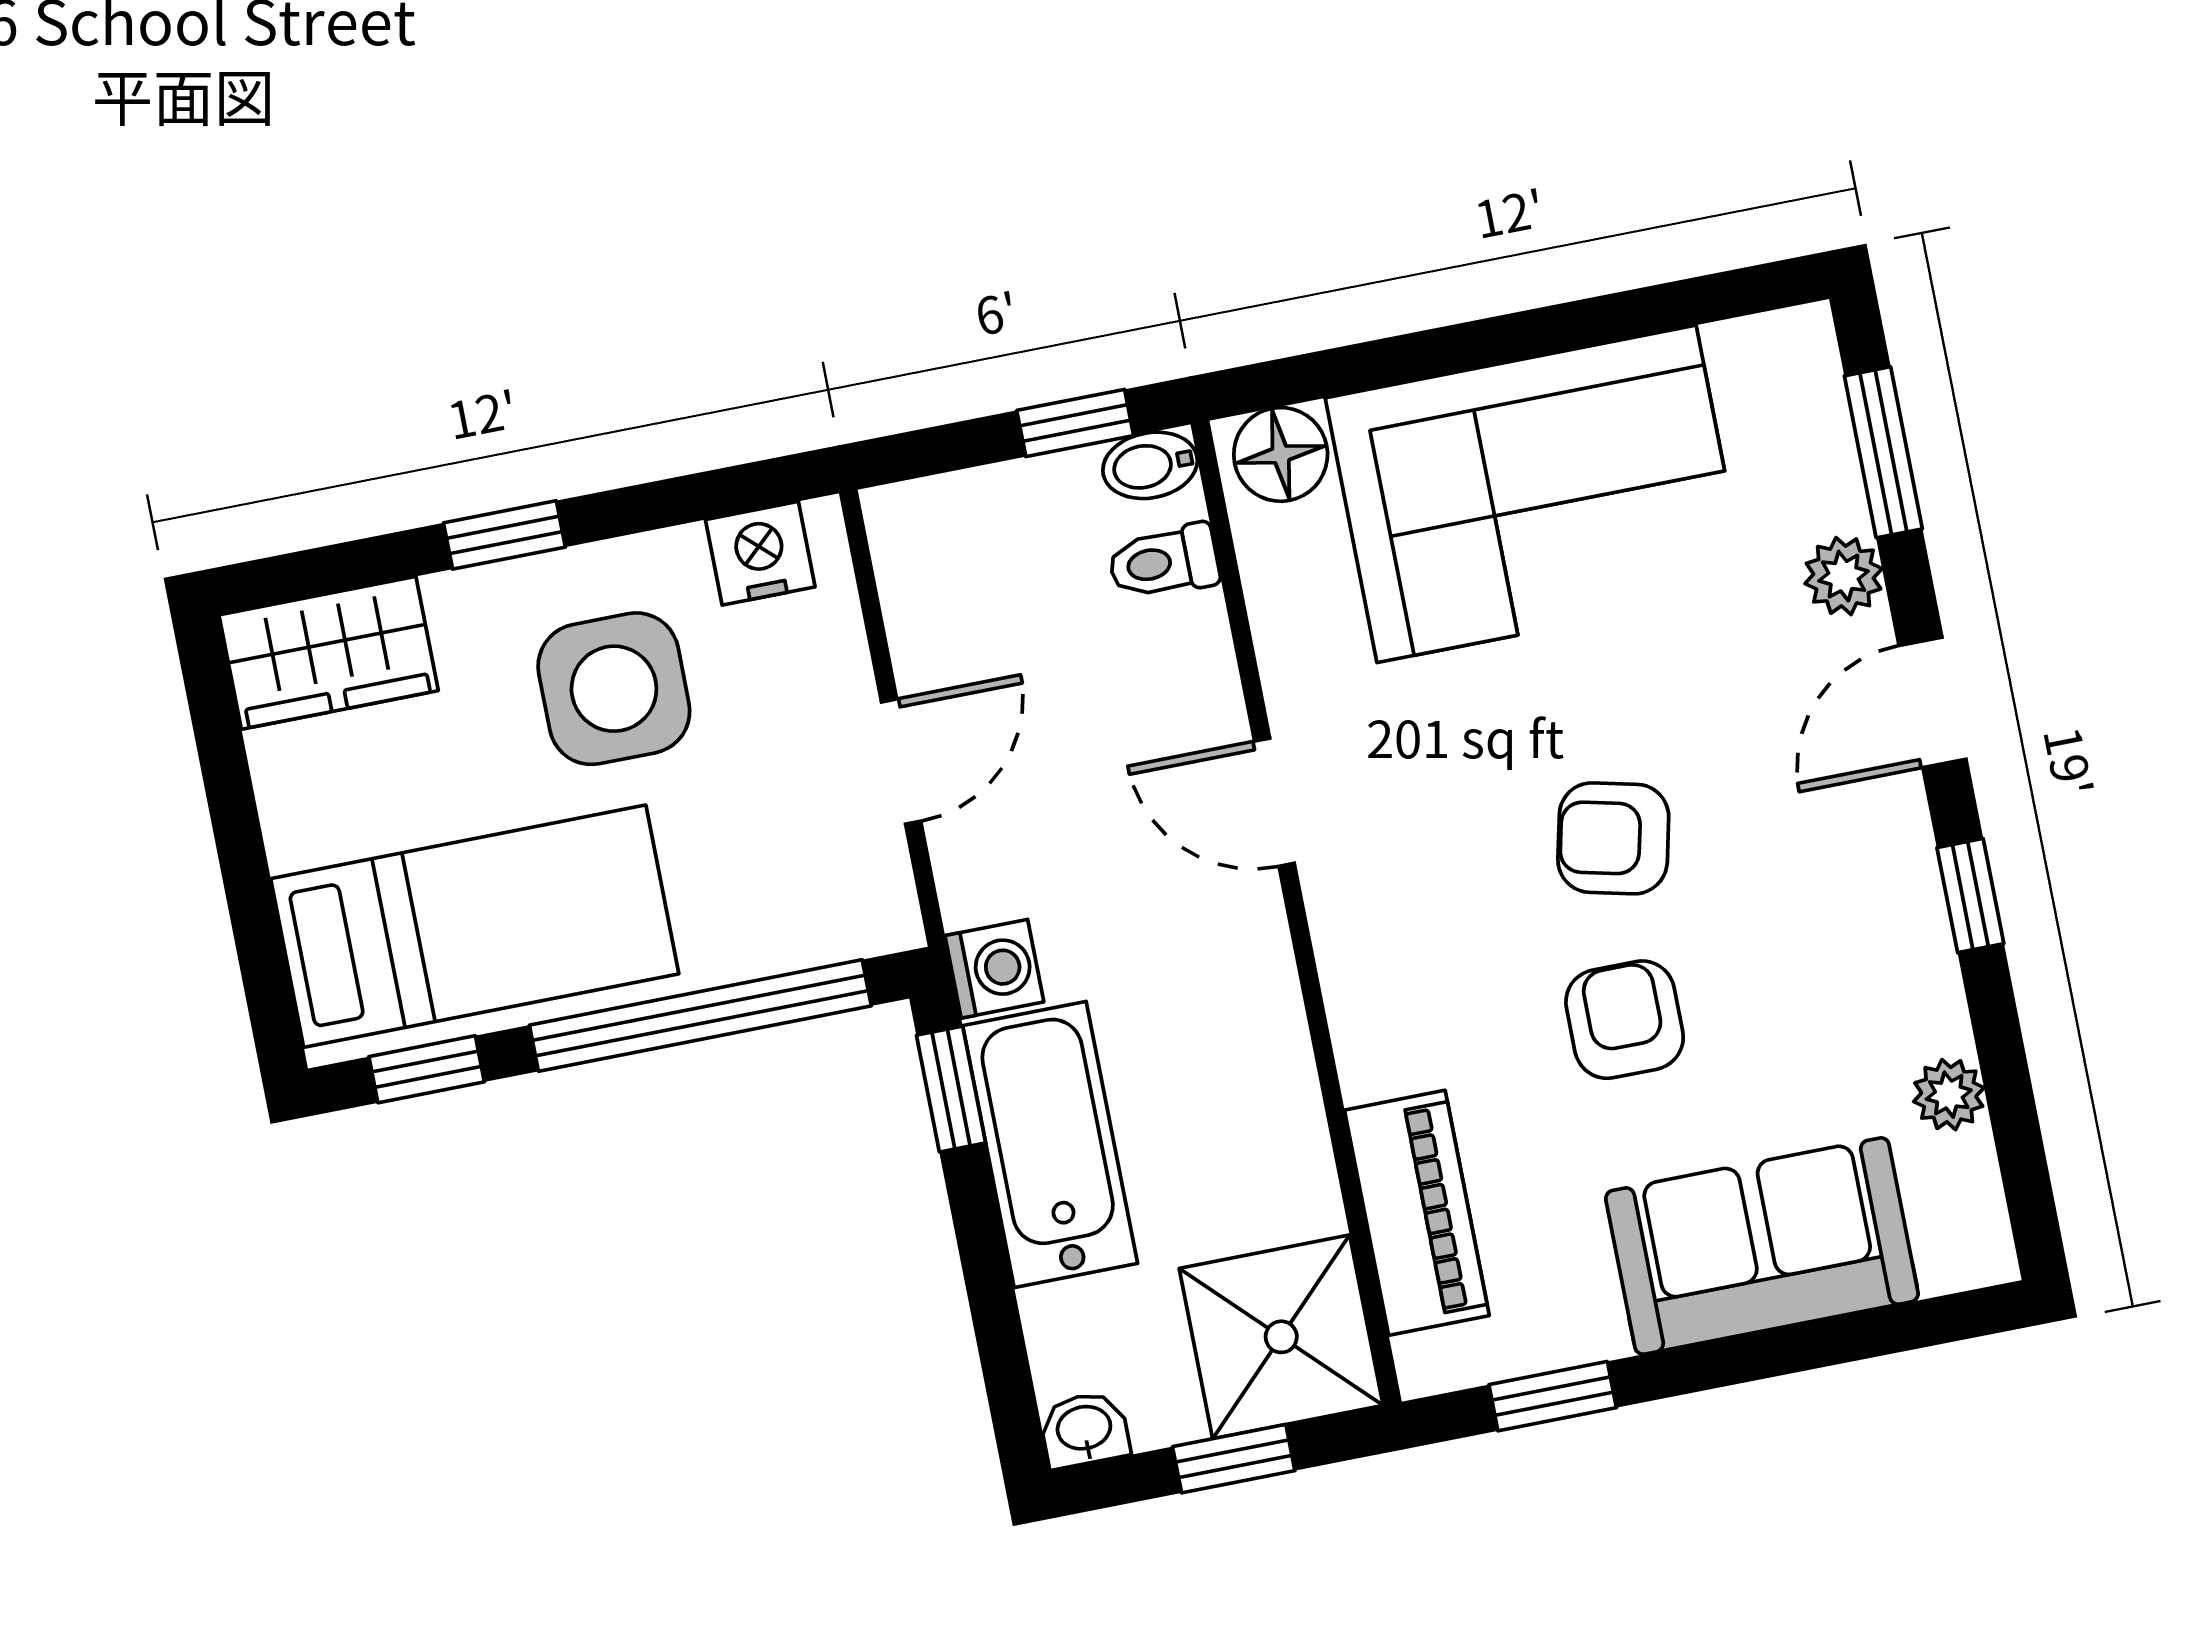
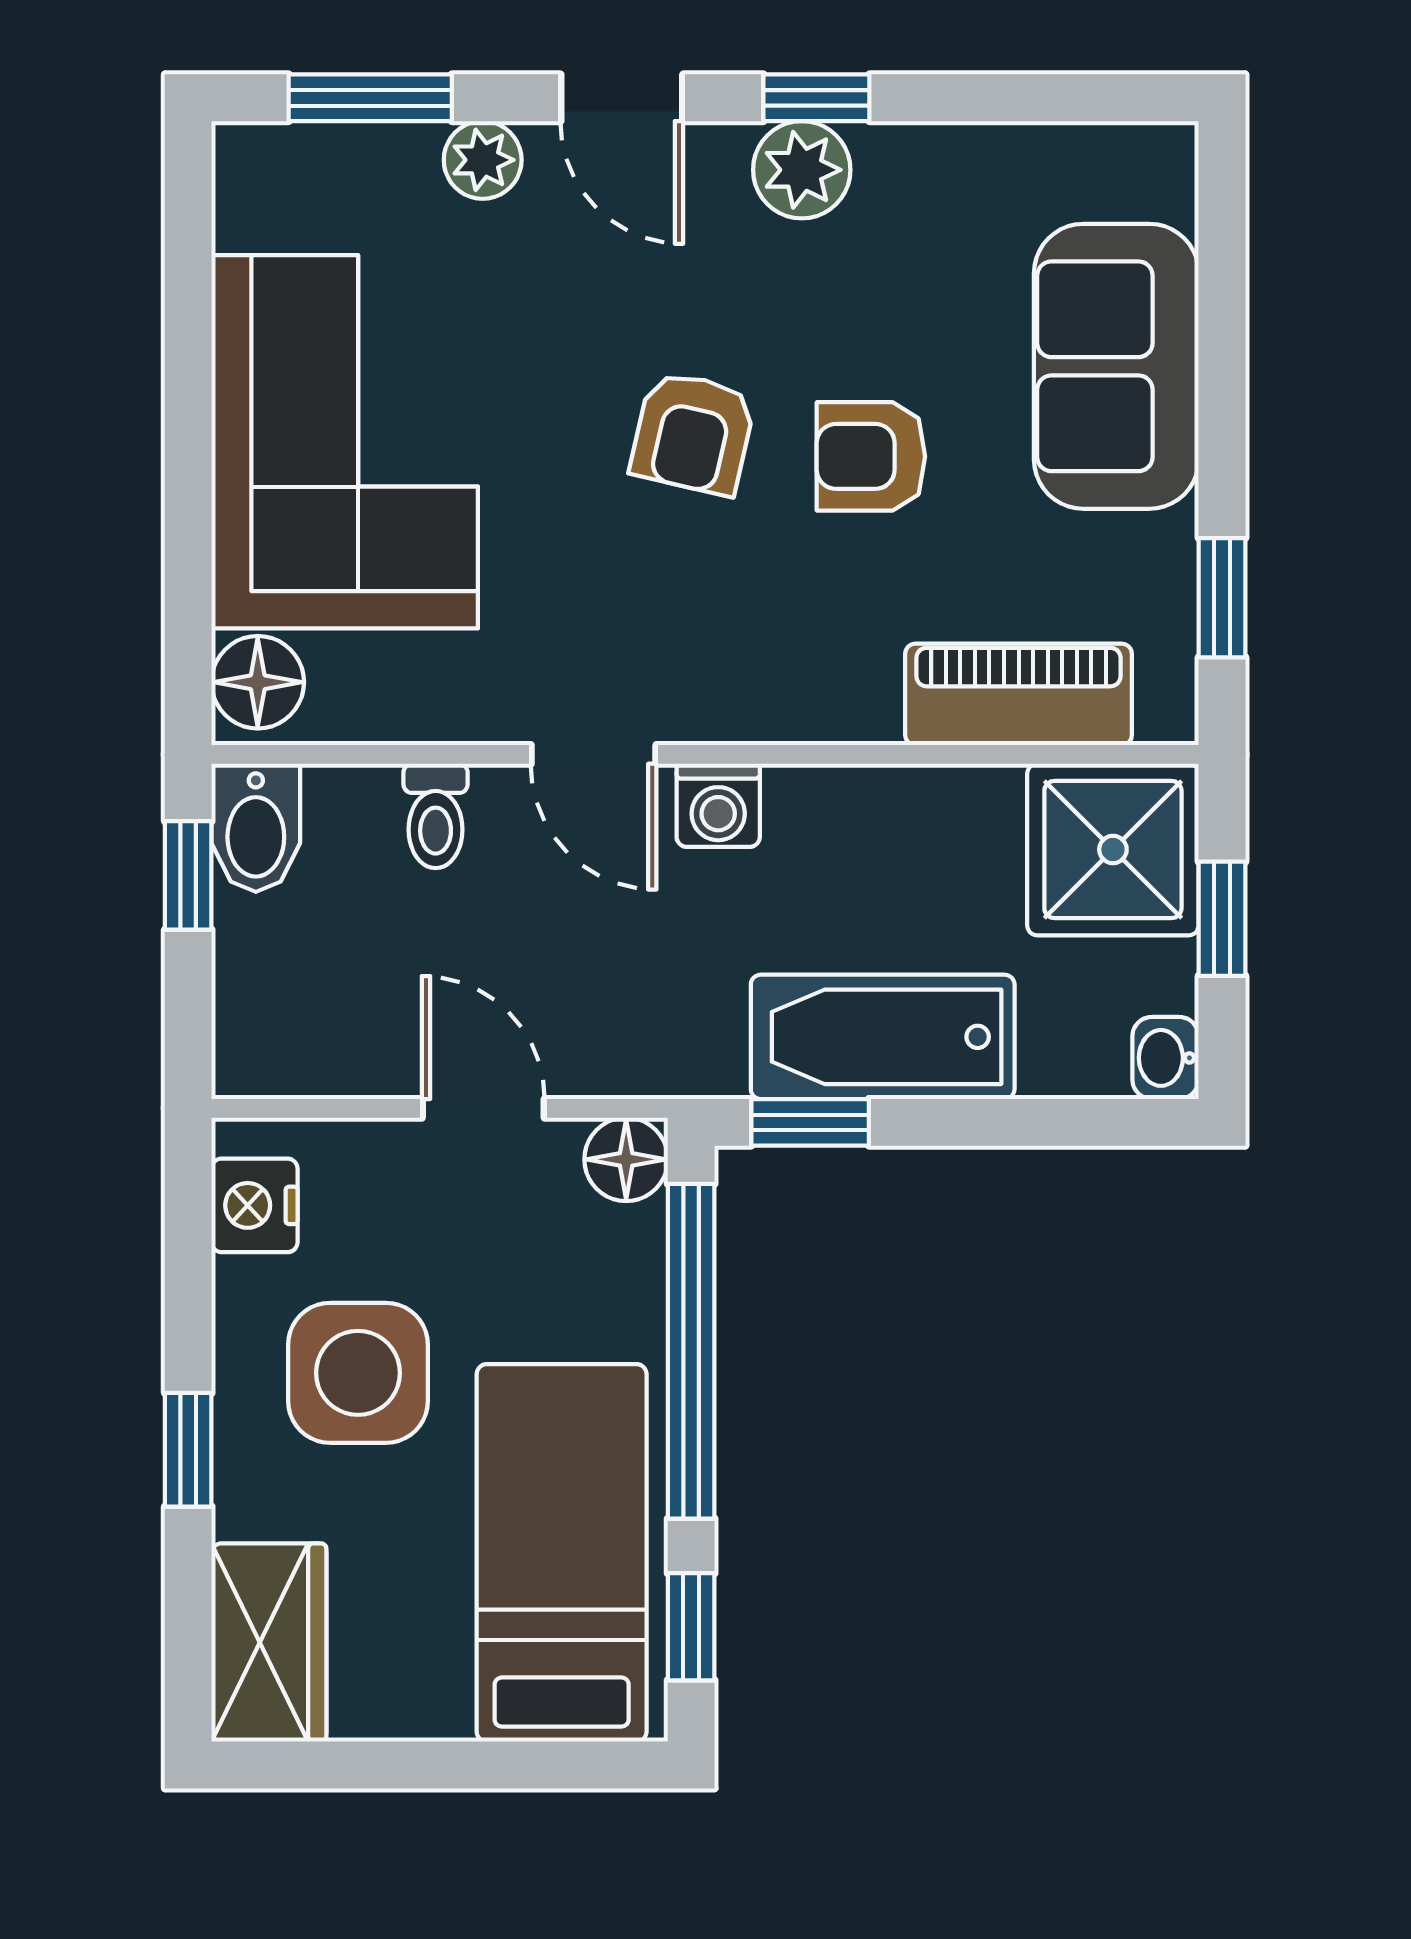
bidet: (1150, 465) -> (256, 828), width x1.38, depth x1.36
toilet: (1164, 562) -> (436, 816), moved
door: (1274, 802) -> (594, 754), hinge flipped
floor lamp: (878, 914) -> (626, 1159), added
washing machine: (994, 969) -> (718, 805), moved, turned 180
plant: (1949, 1095) -> (802, 170), moved, width x1.38, depth x1.38

